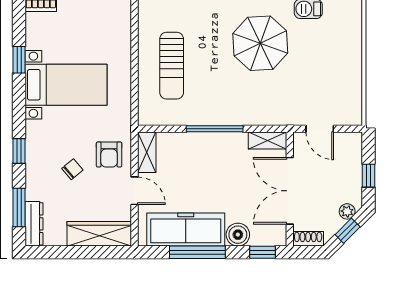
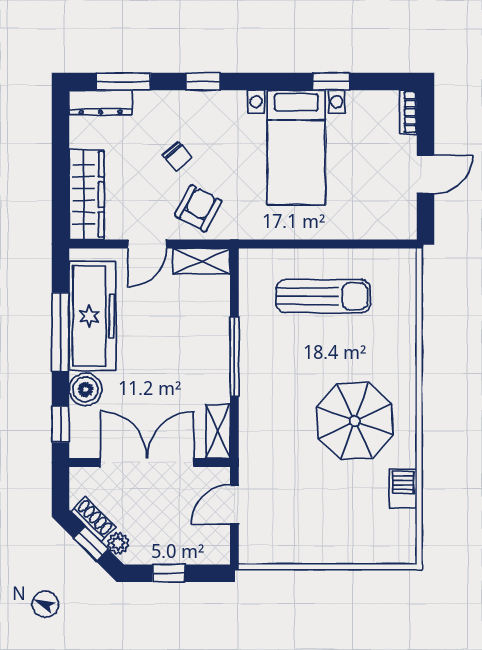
sun lounger: (172, 66) -> (323, 296), turned 180
armchair: (109, 155) -> (198, 208), turned 118
shoe rack: (308, 239) -> (93, 519), moved, turned -45

